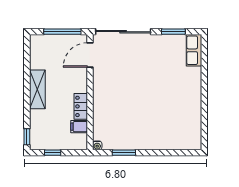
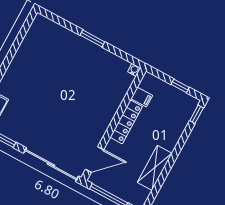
shelving: (37, 89) -> (155, 168), moved
locker: (81, 106) -> (126, 122), width x1.53
window: (124, 153) -> (92, 38), moved

